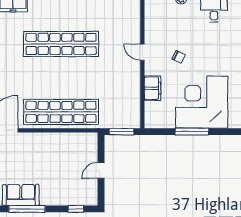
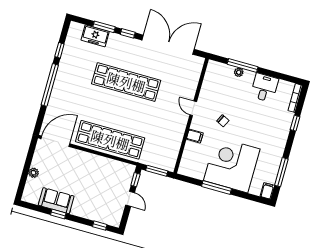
filing cabinet: (153, 88) -> (195, 136), width x0.50
window: (101, 148) -> (135, 180), added
door: (101, 170) -> (130, 199), swing flipped
window: (27, 209) -> (58, 214), width x0.46

